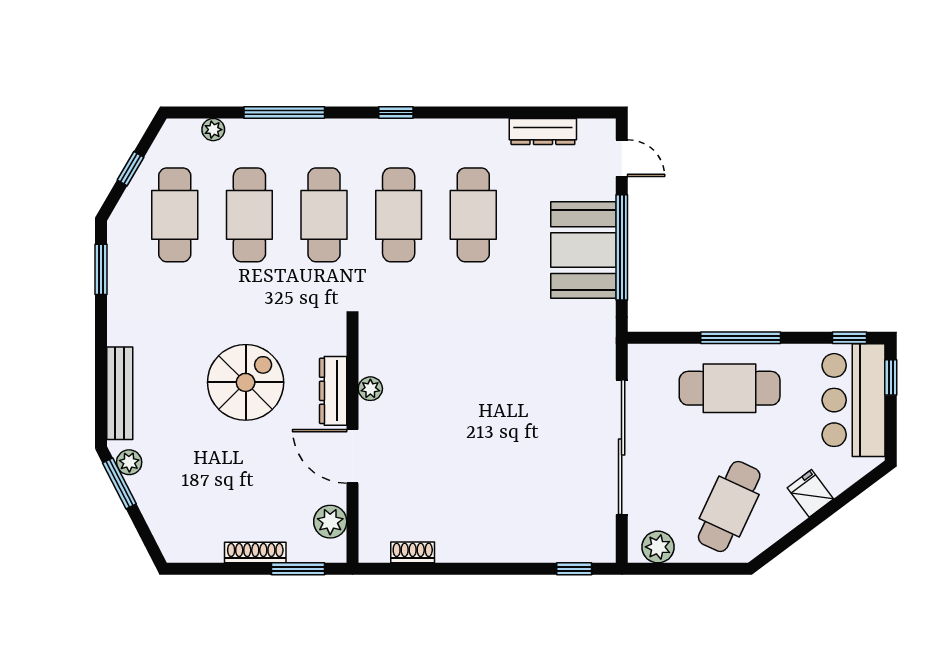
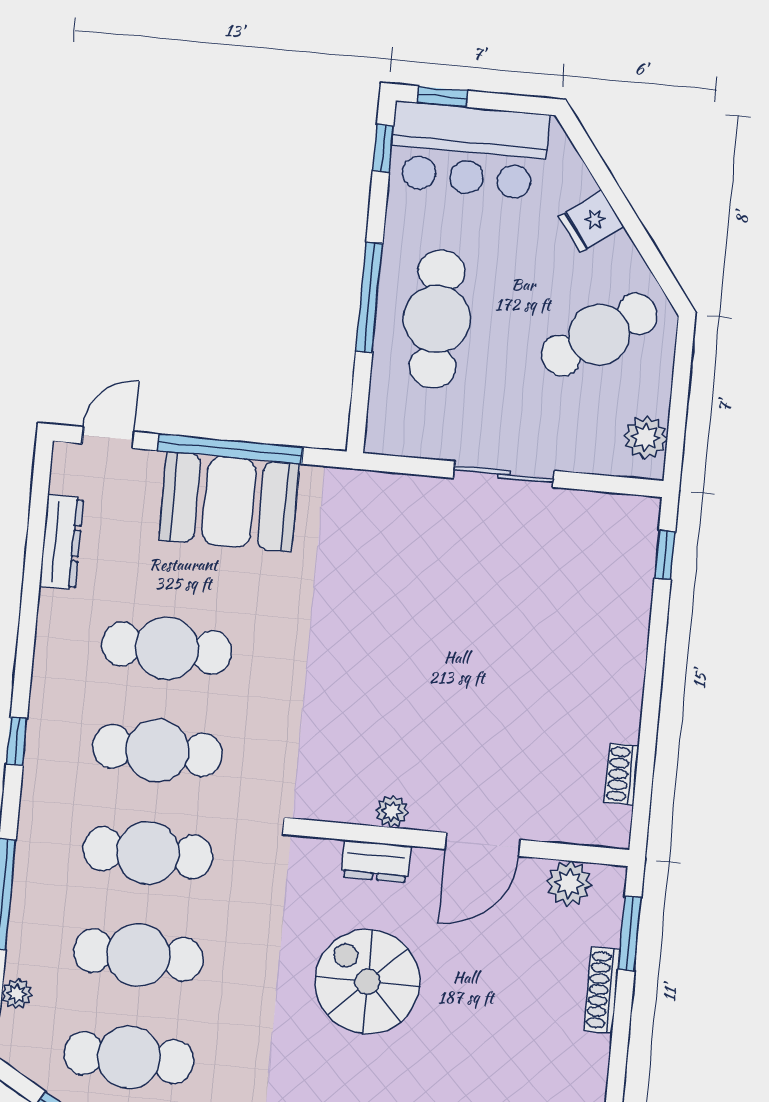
dresser: (333, 391) -> (376, 861), width x0.70
sliding door: (622, 447) -> (504, 474), width x0.54
cafe table: (729, 506) -> (599, 335), turned -59

